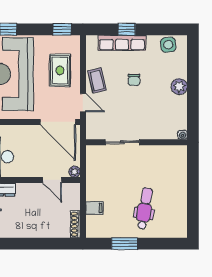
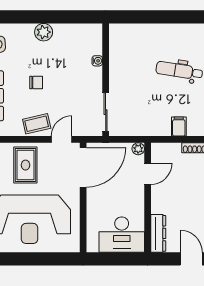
rug: (60, 70) -> (25, 165), turned 90
water cooler: (183, 135) -> (97, 61), moved
sliding door: (122, 142) -> (106, 112), moved

